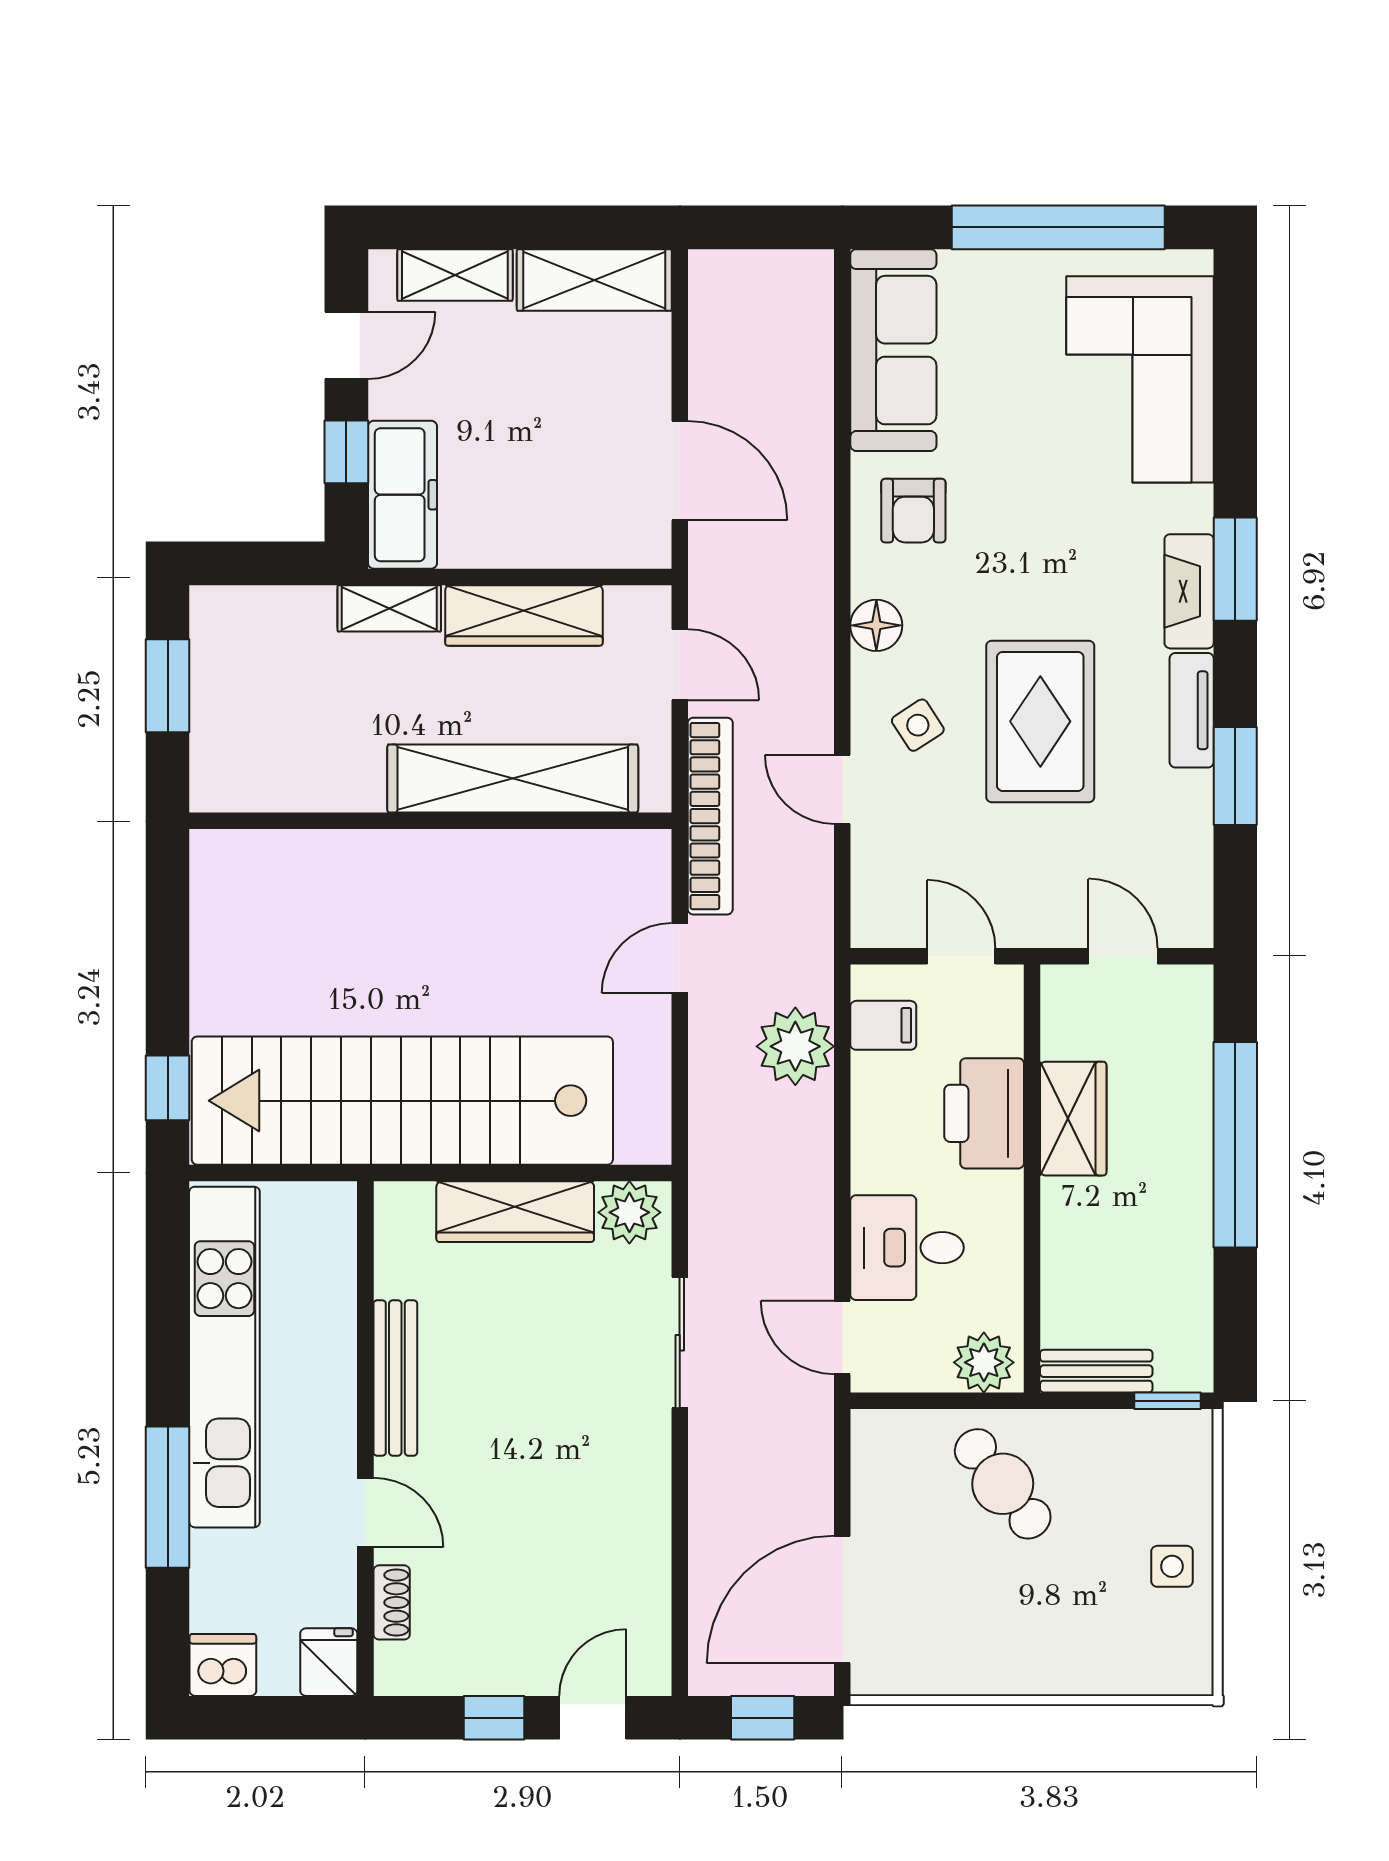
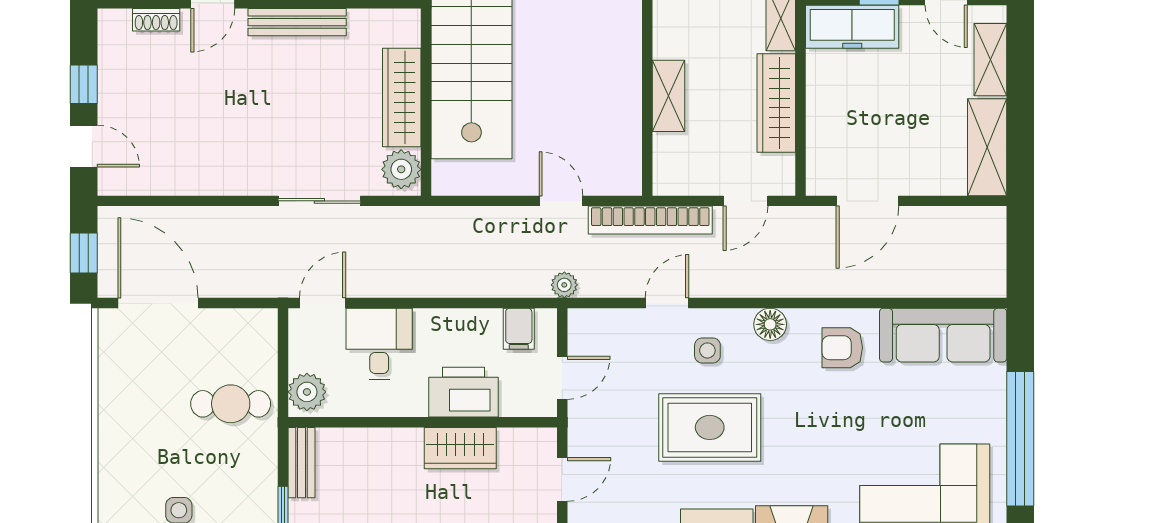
side table: (918, 725) -> (707, 350), turned 33
shelving: (513, 778) -> (669, 96), width x0.45, depth x0.75
plant: (795, 1046) -> (564, 285), moved, width x0.53, depth x0.53
cafe table: (1003, 1484) -> (231, 404), turned 38

